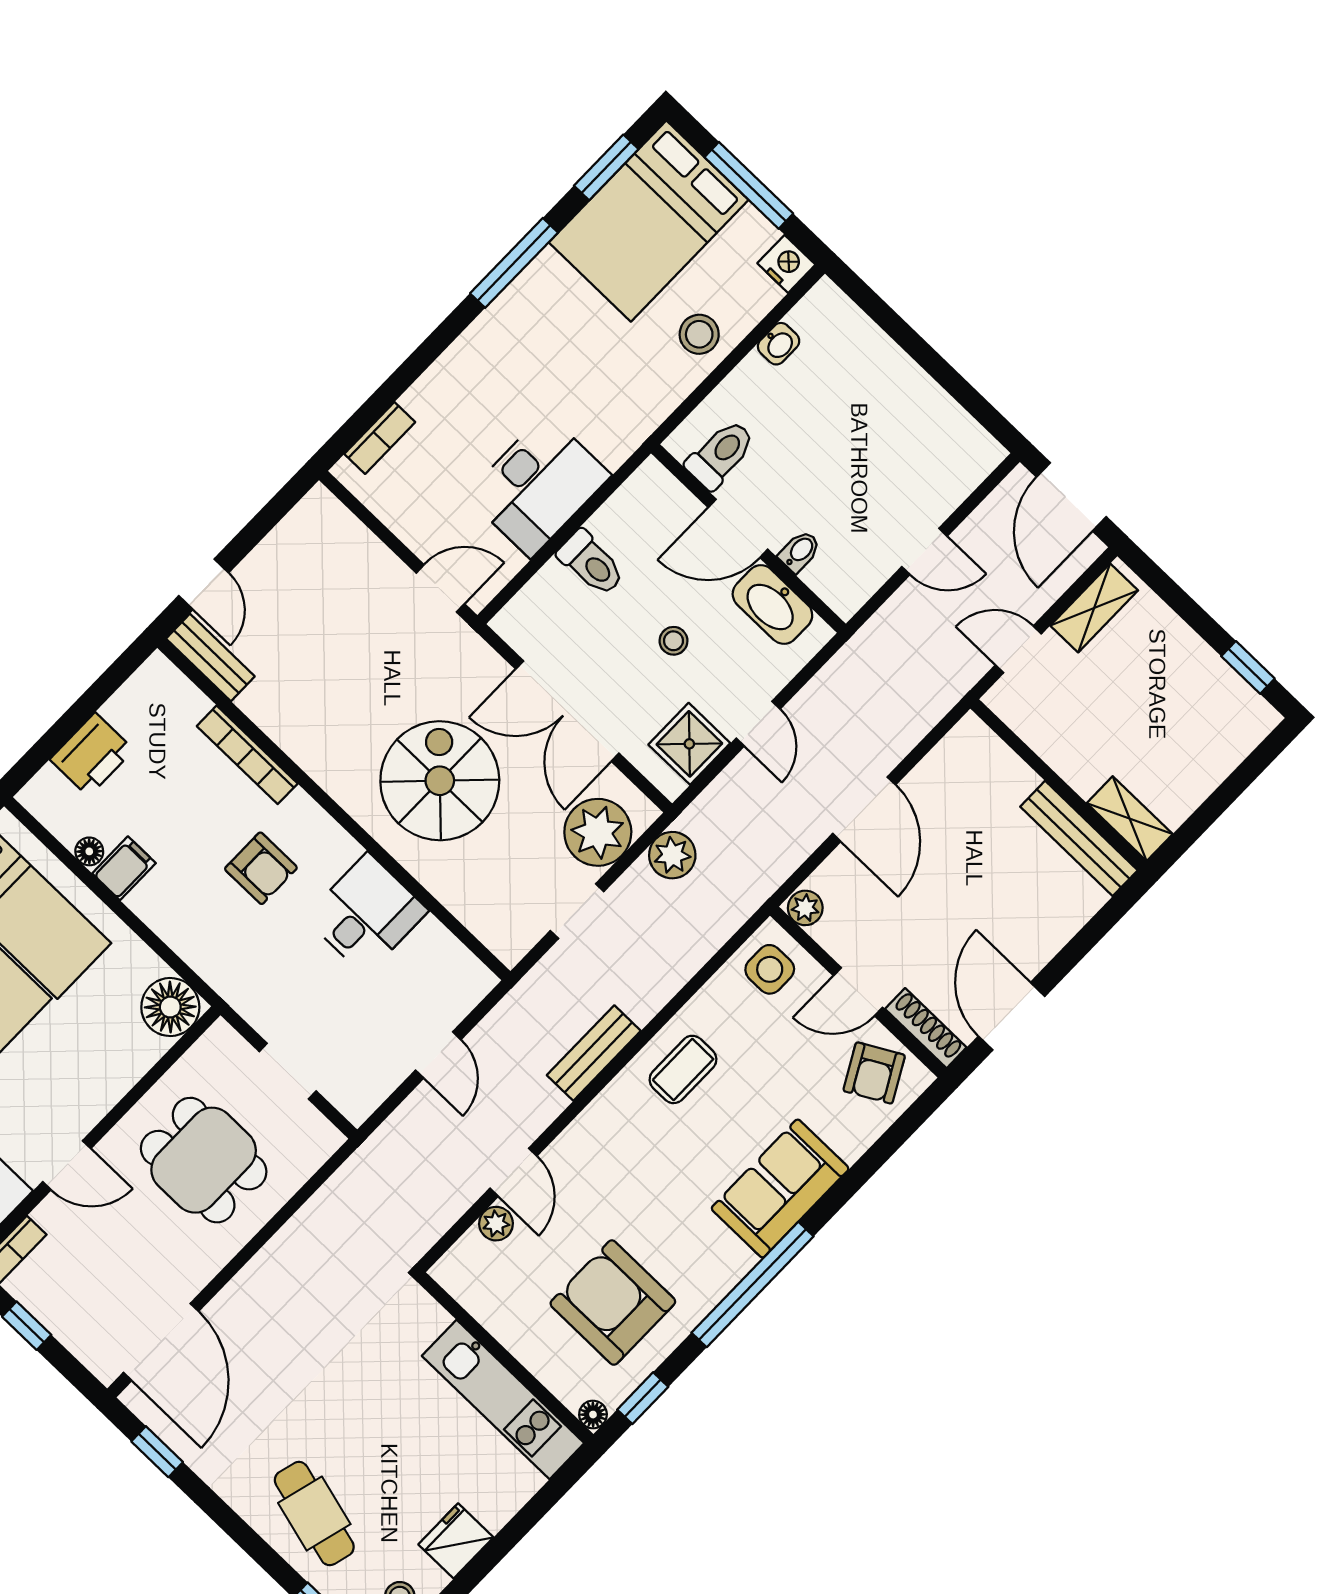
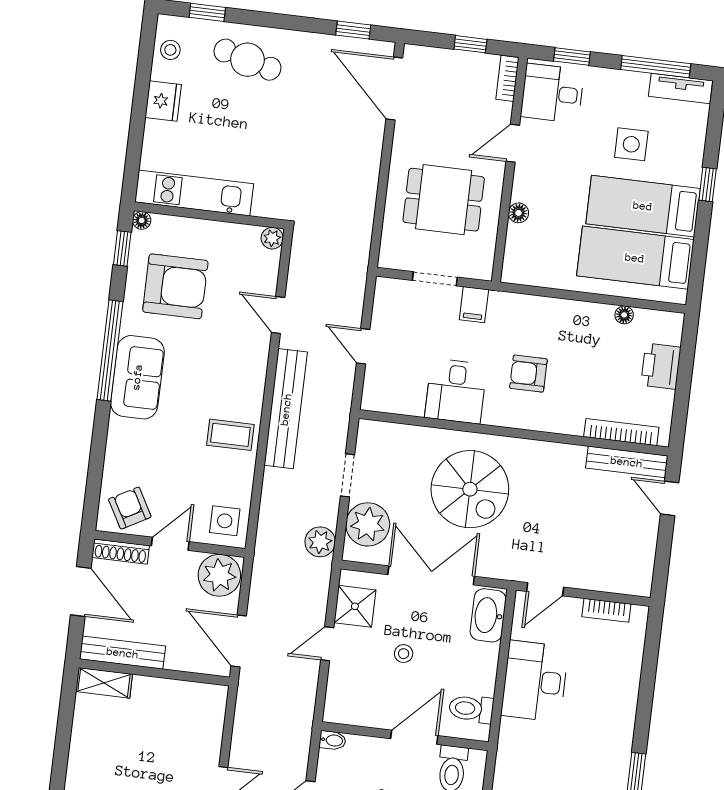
bookcase: (380, 438) -> (606, 610), moved, turned -90
bidet: (800, 551) -> (333, 740), moved, turned -90
toilet: (591, 563) -> (471, 709), moved
washbasin: (772, 605) -> (488, 615), moved, turned -90
bench: (210, 658) -> (627, 462), width x1.36
door: (758, 724) -> (327, 644), hinge flipped
bookcase: (247, 755) -> (621, 432), moved
wall: (1058, 785) -> (154, 672), moved
shelving: (1130, 819) -> (104, 683), moved
bench: (1079, 838) -> (123, 653), moved
filing cabinet: (124, 868) -> (474, 305), moved
plant: (805, 908) -> (219, 575), width x1.87, depth x1.87
floor lamp: (170, 1007) -> (518, 213), moved, width x0.53, depth x0.53
bench: (594, 1053) -> (286, 409), width x1.86, depth x1.21
coffee table: (683, 1069) -> (230, 435), turned 90
sofa: (780, 1188) -> (137, 377), moved
plant: (496, 1224) -> (272, 238), moved

